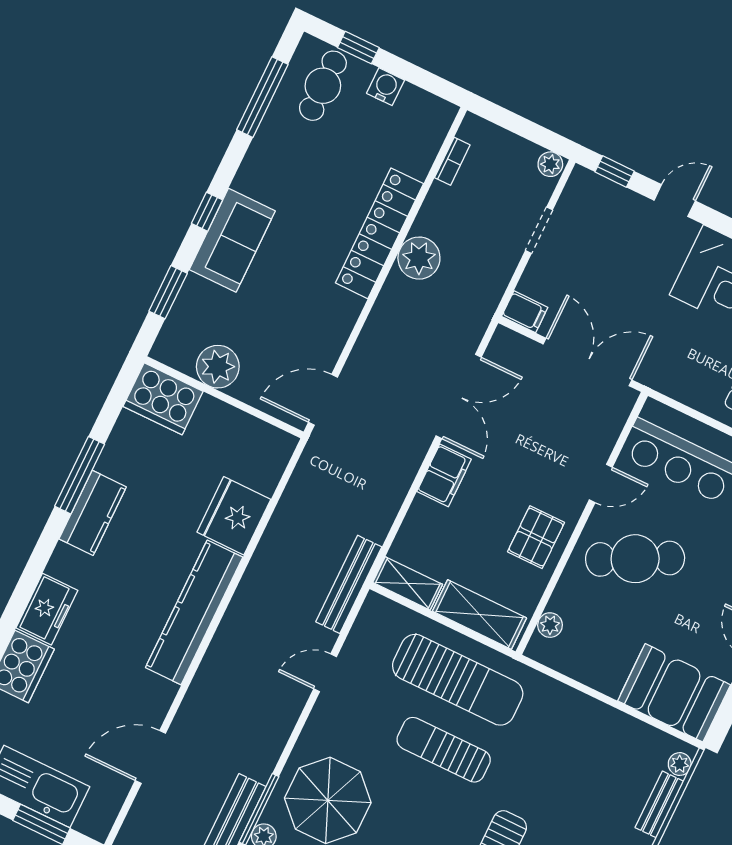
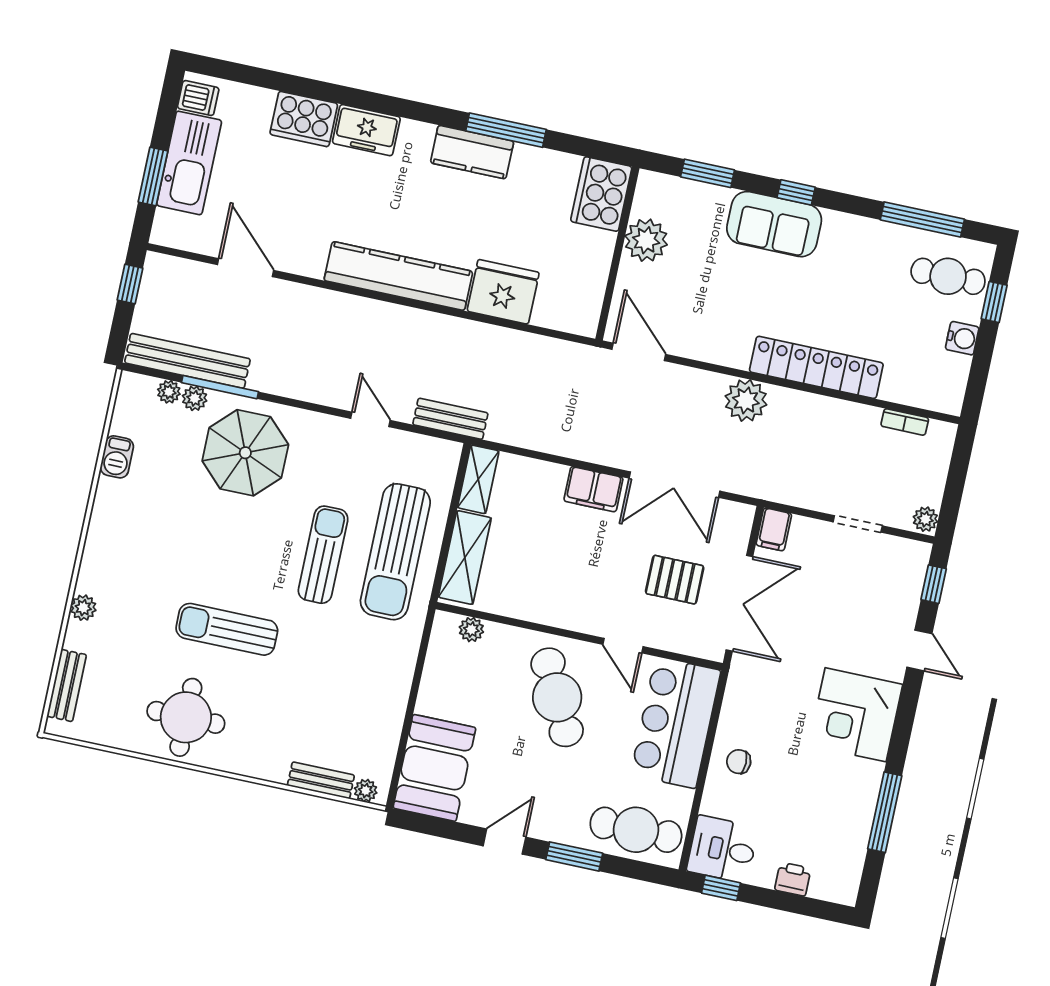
plant: (419, 258) -> (746, 400), moved
pallet: (536, 537) -> (675, 580), moved
bench: (349, 584) -> (450, 419), width x0.73

